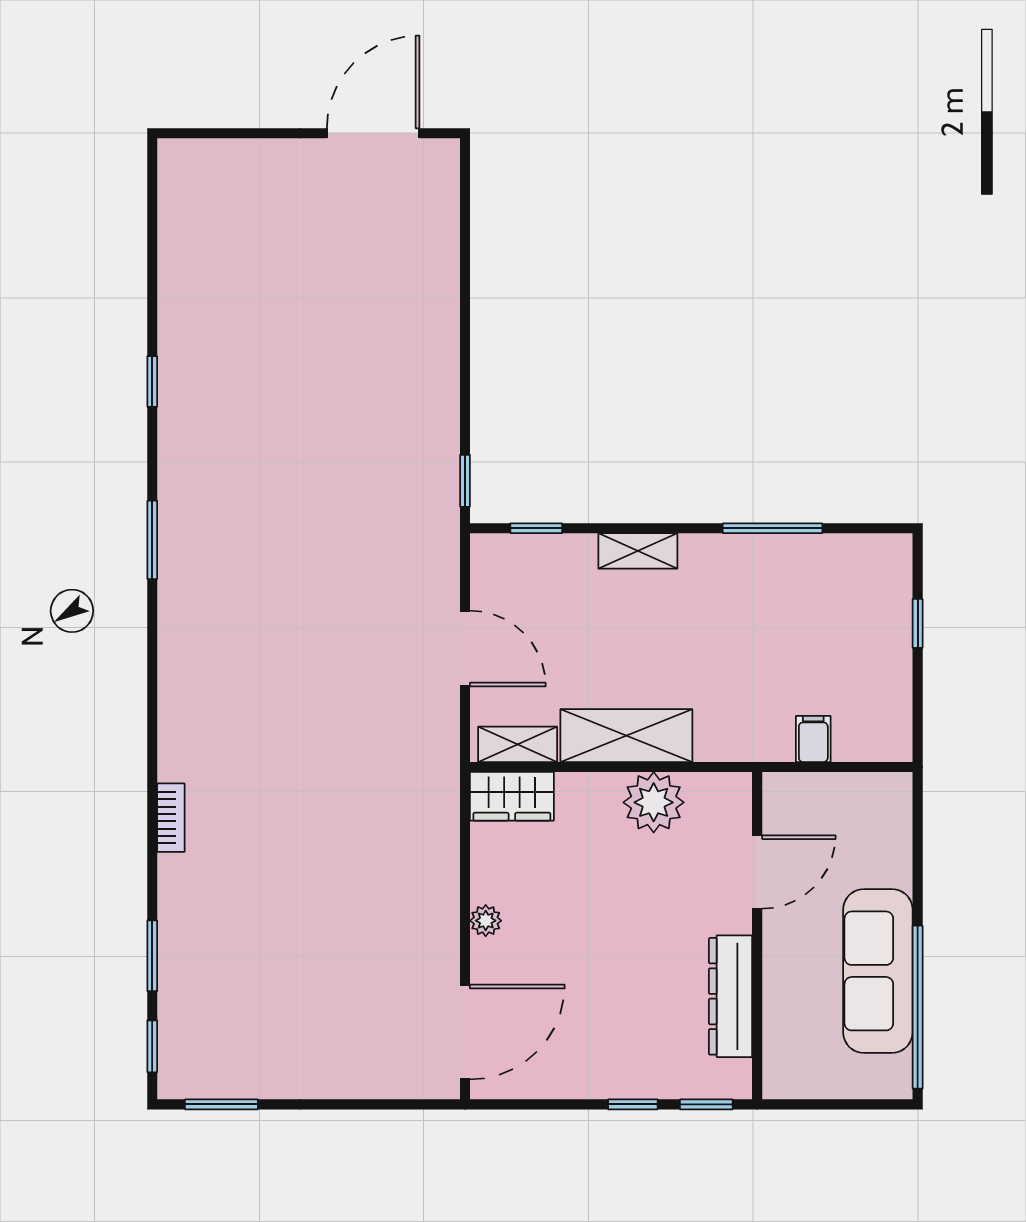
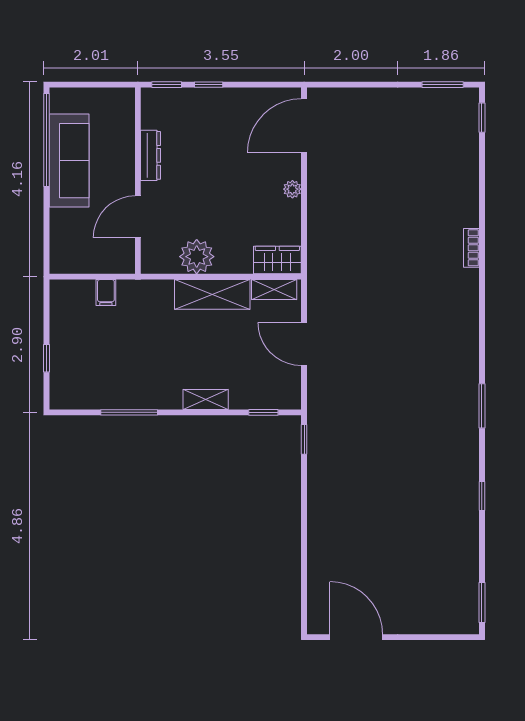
door: (373, 133) -> (356, 637), swing flipped
window: (152, 956) -> (482, 603), moved
dresser: (731, 996) -> (151, 155), width x0.73, depth x0.80

